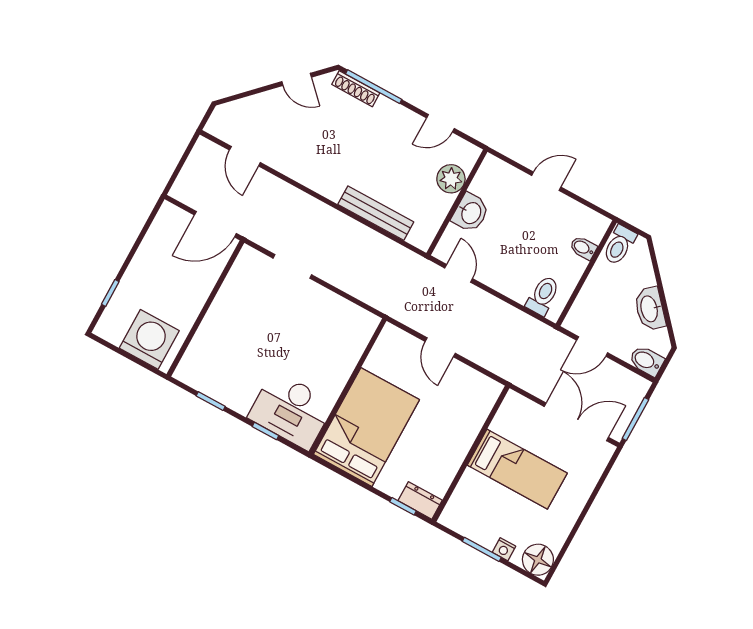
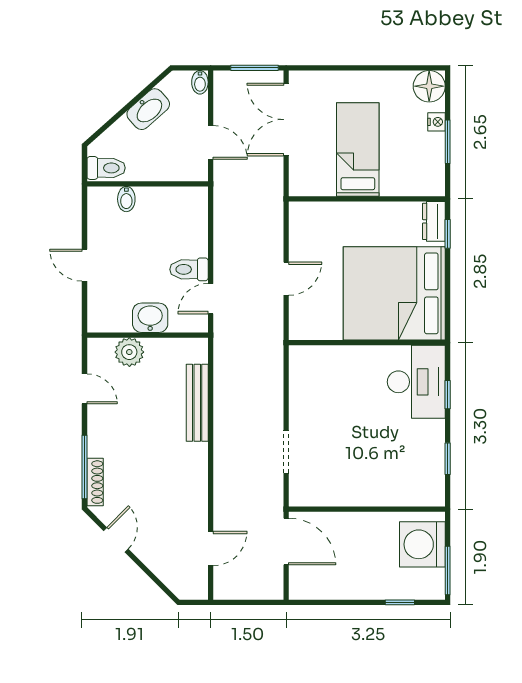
toilet: (543, 296) -> (189, 269), moved
window: (115, 349) -> (448, 570), added
bidet: (646, 361) -> (200, 82), width x0.72, depth x0.74
bed: (366, 427) -> (394, 293), width x1.36

